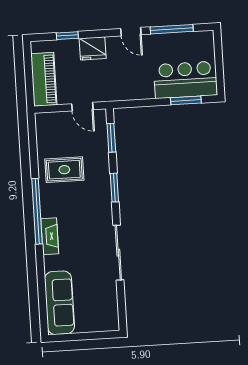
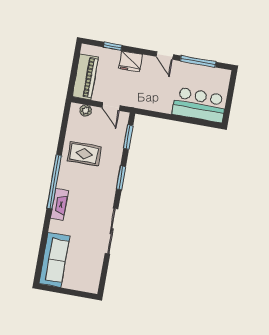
window: (186, 100) -> (196, 122), removed
plant: (54, 119) -> (86, 110), added

